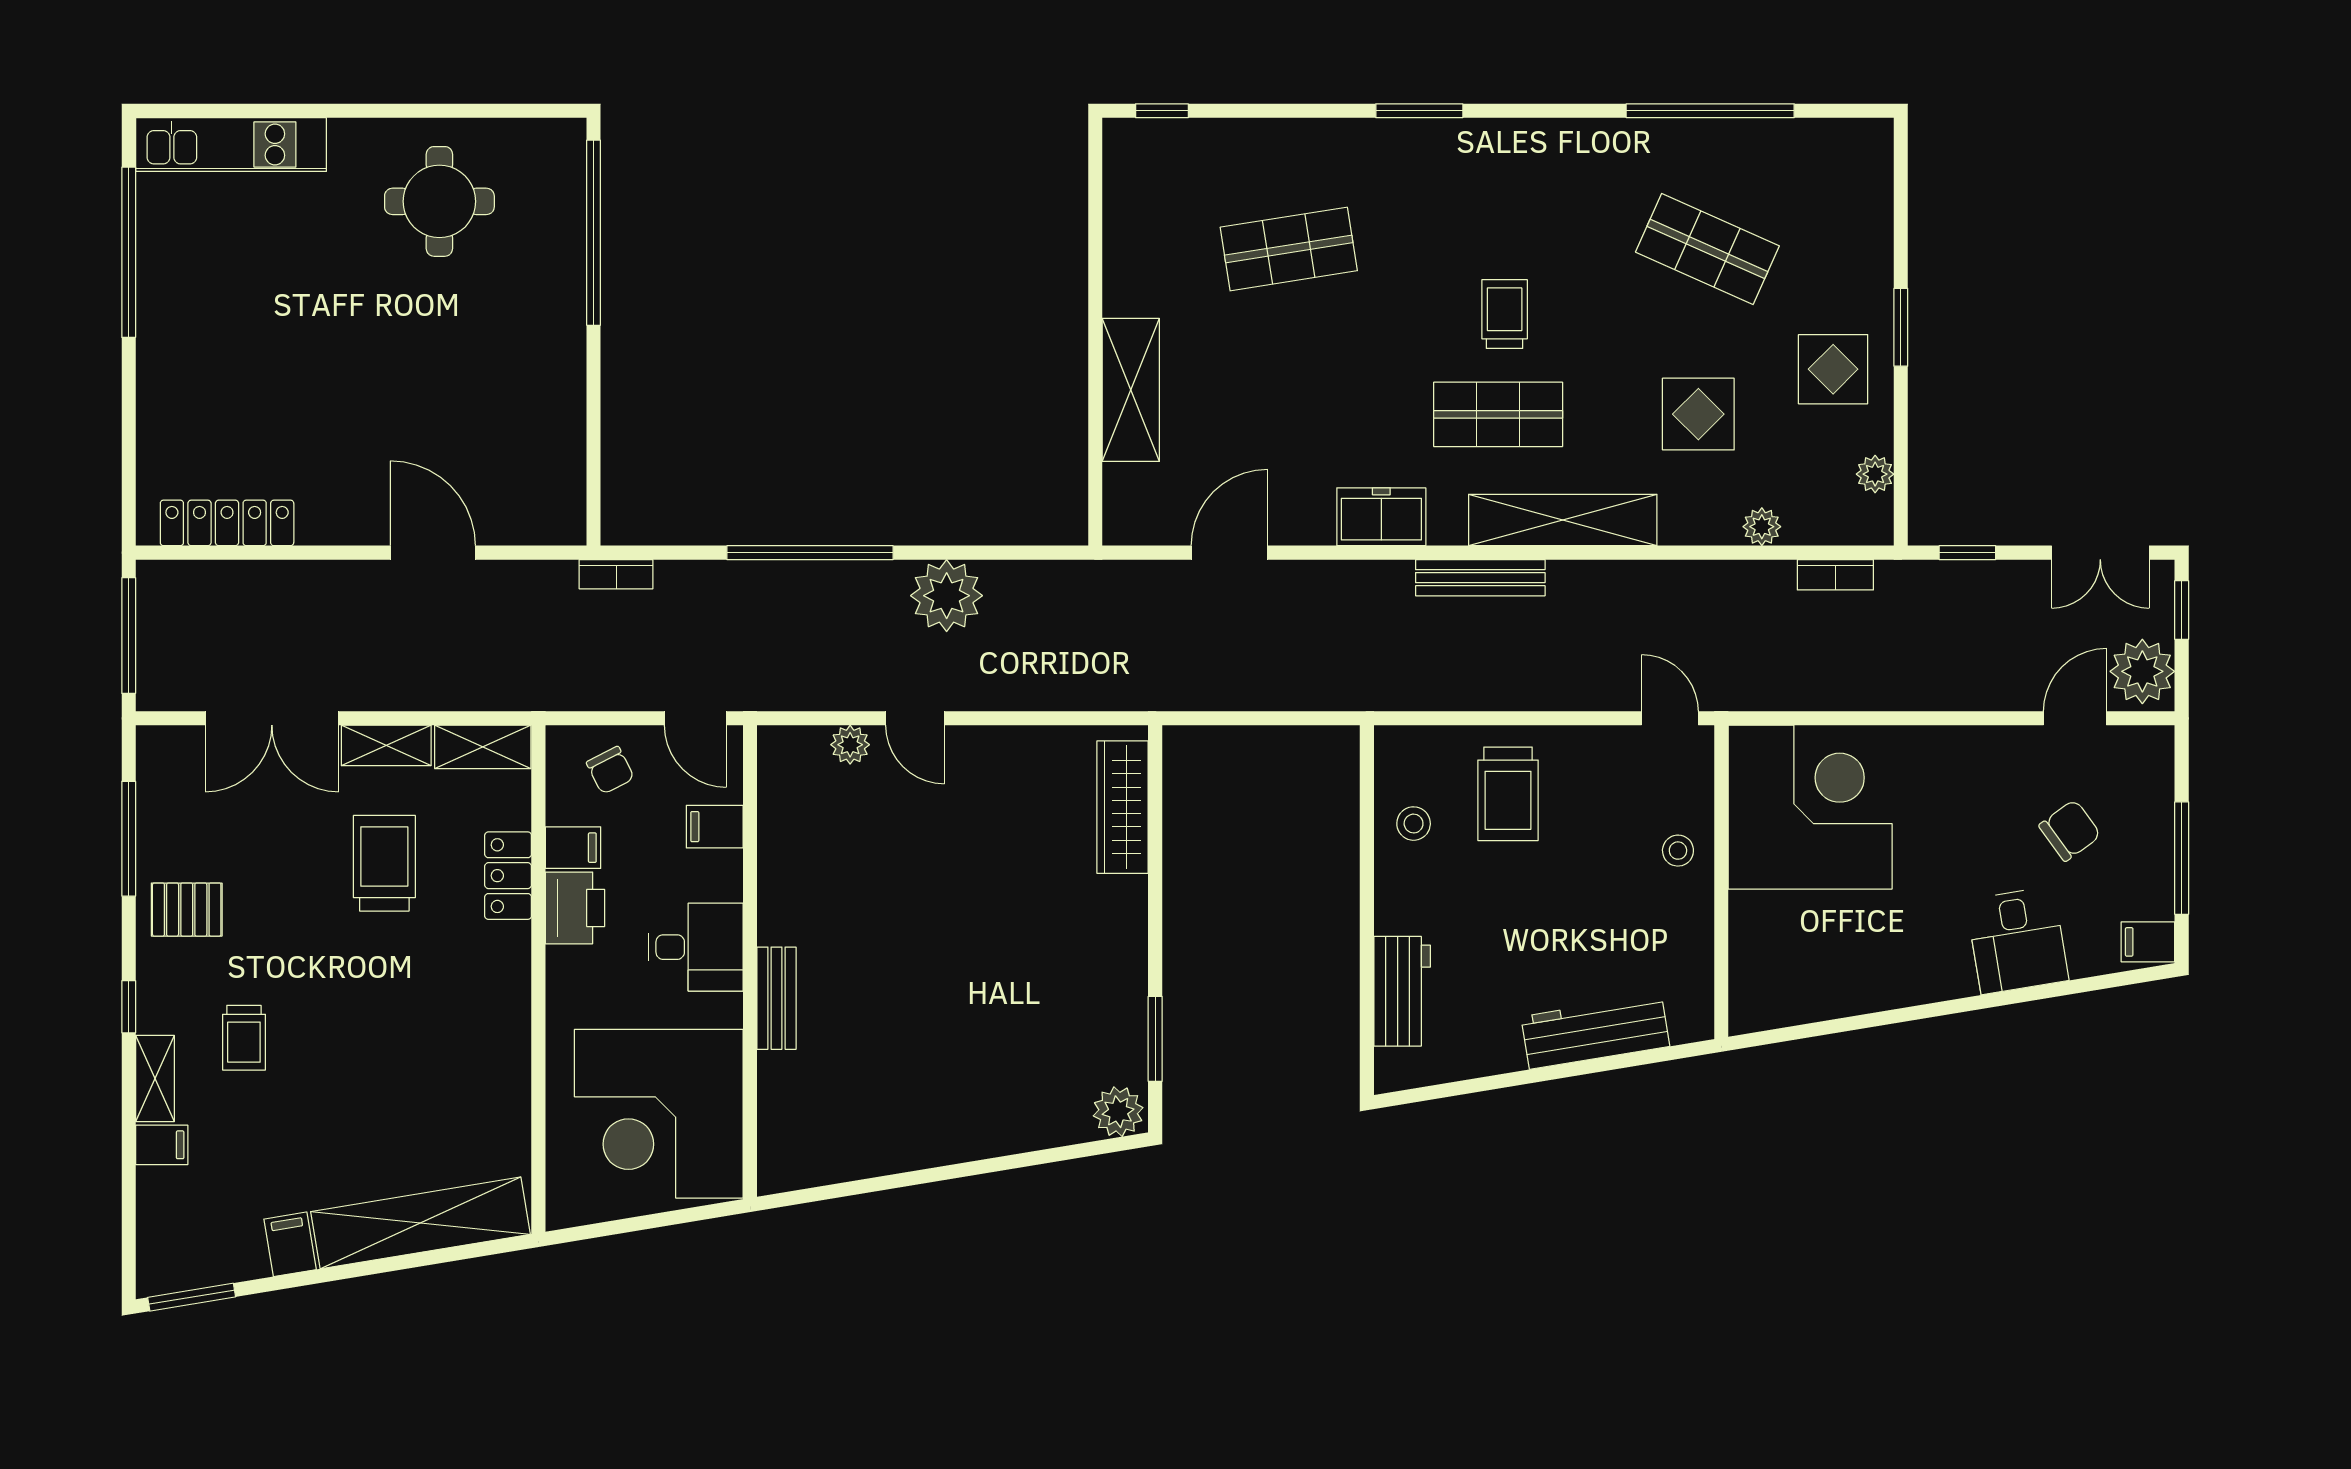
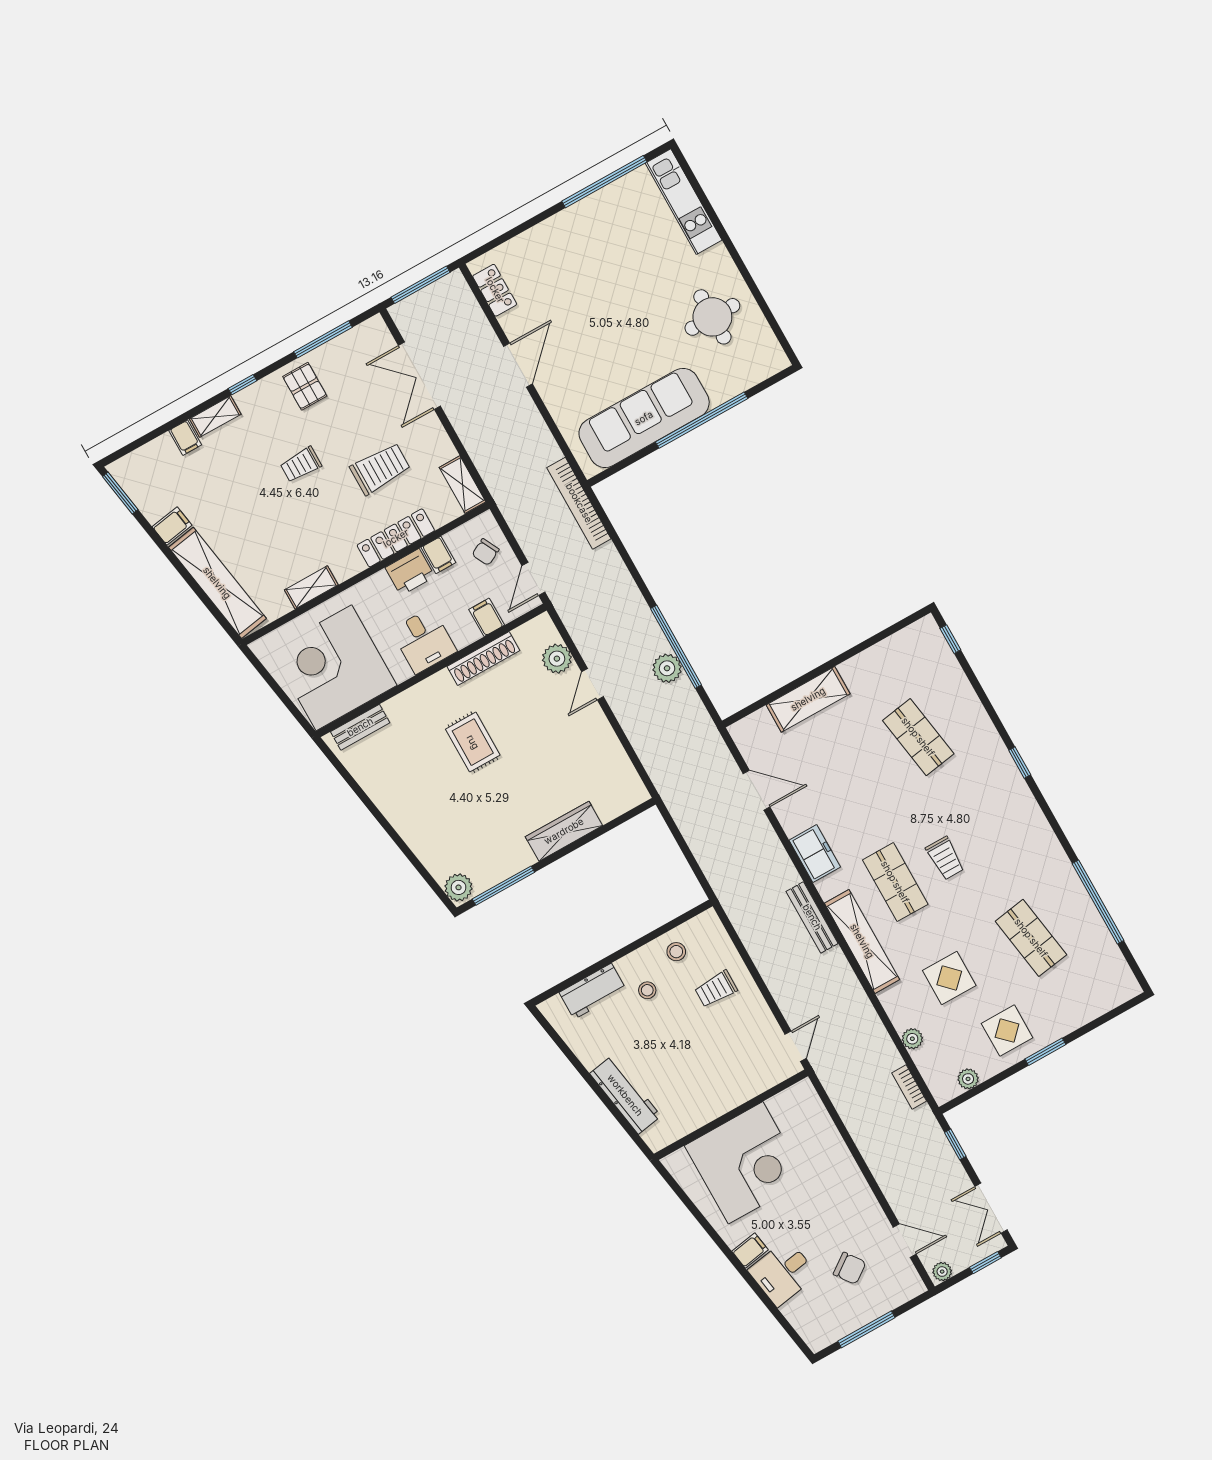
window: (1419, 111) -> (1020, 763), width x0.67
window: (594, 233) -> (702, 420), moved
shop shelf: (1707, 249) -> (1031, 938), turned -33
trolley: (1505, 314) -> (945, 858), turned 90
sofa: (539, 400) -> (644, 418), added
locker: (227, 523) -> (495, 290), width x0.66
door: (433, 553) -> (518, 365), moved
window: (810, 553) -> (676, 647), moved
bookcase: (616, 574) -> (579, 503), width x2.31, depth x1.31
plant: (947, 596) -> (667, 668), width x0.73, depth x0.73
plant: (2142, 671) -> (942, 1272), width x0.53, depth x0.53
shelving: (386, 745) -> (311, 587), moved, turned 90
plant: (850, 745) -> (557, 659), width x1.38, depth x1.38
trolley: (1508, 794) -> (716, 989), width x0.73, depth x0.72
wardrobe: (1123, 807) -> (564, 831), moved
corner desk: (1810, 807) -> (746, 1163), moved
stool: (1678, 851) -> (647, 990), moved
shoe rack: (777, 868) -> (483, 658), added
locker: (508, 876) -> (396, 538), width x1.53
filing cabinet: (2148, 942) -> (750, 1251), moved, turned 81
rug: (900, 960) -> (473, 742), added
bench: (777, 998) -> (360, 727), moved
trolley: (244, 1038) -> (301, 464), moved
window: (1155, 1039) -> (503, 886), width x1.44

